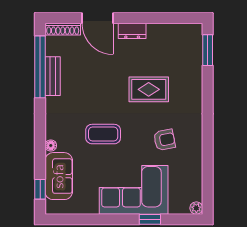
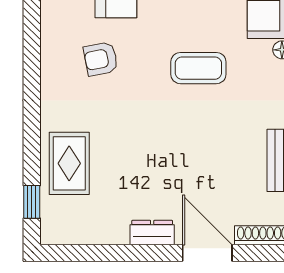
window: (208, 50) -> (32, 202), width x0.67
rug: (149, 89) -> (69, 163), moved, turned 90

